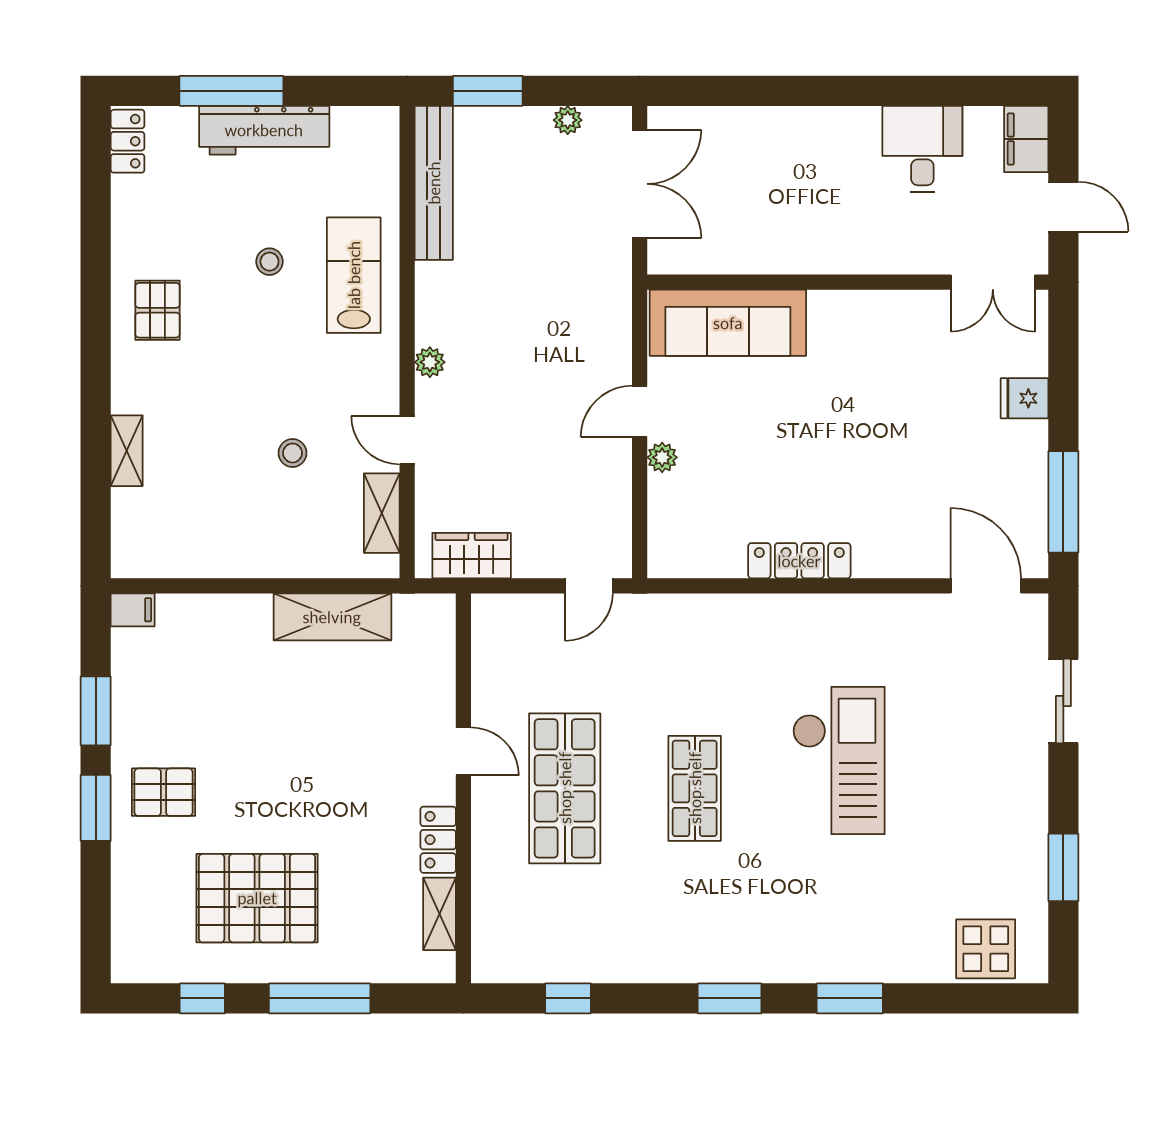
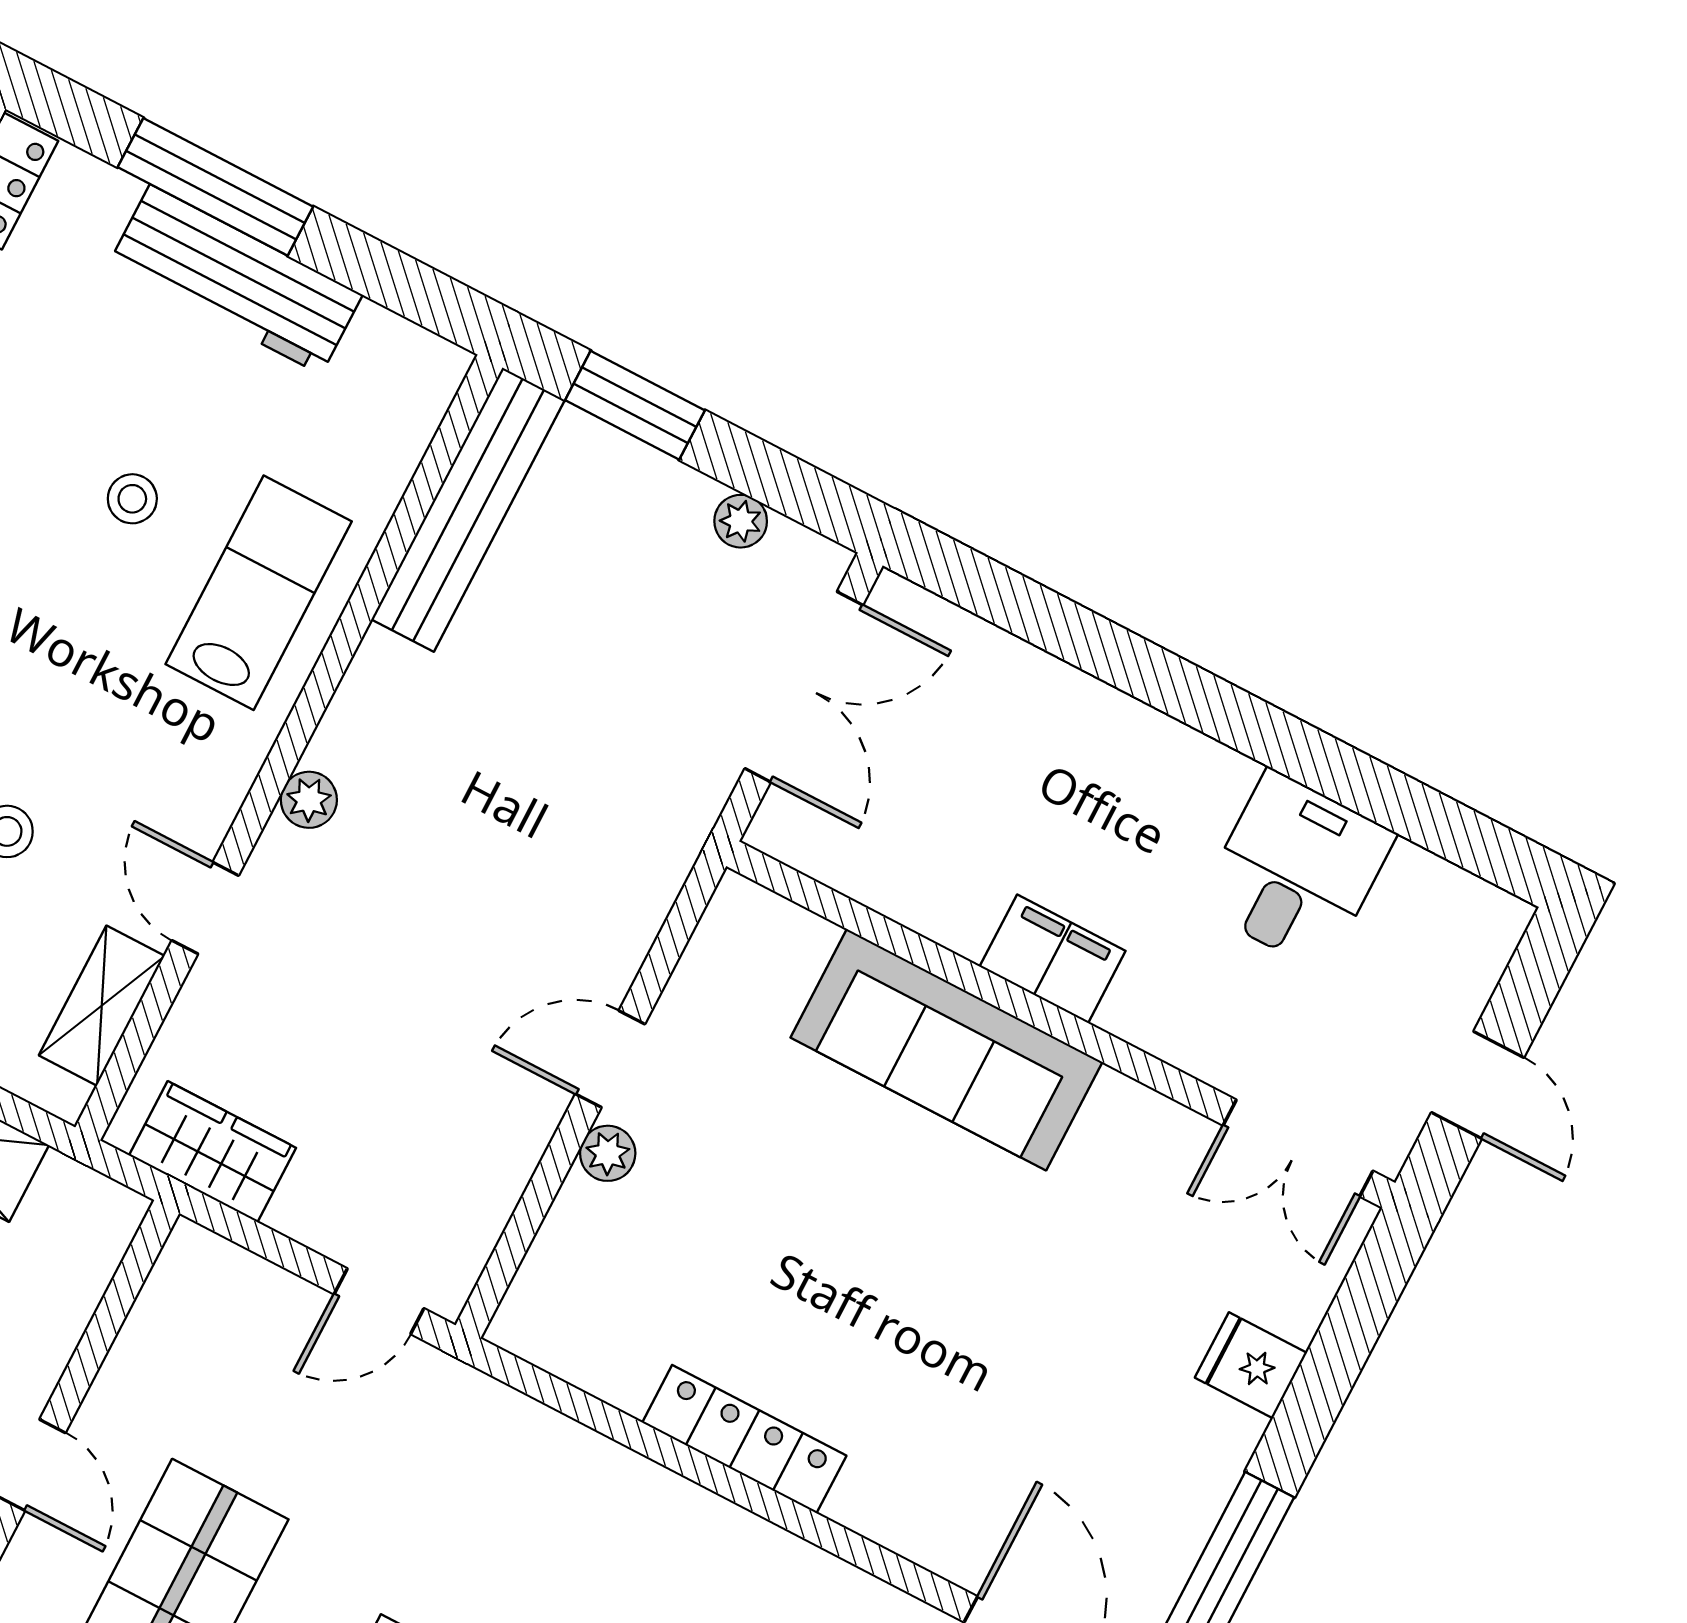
filing cabinet: (1026, 139) -> (1053, 959), moved, turned 90
sofa: (728, 323) -> (946, 1050), moved

